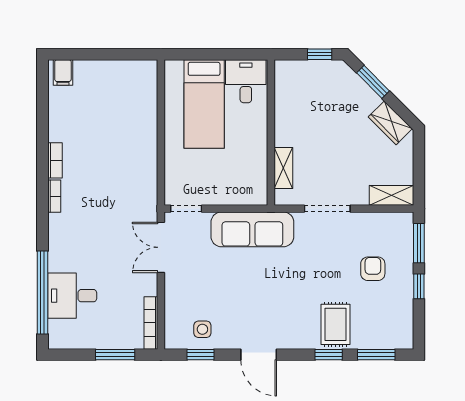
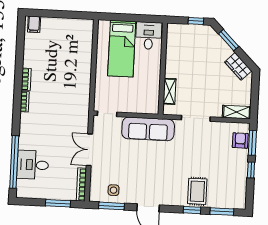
double door: (161, 247) -> (89, 150), moved
armchair: (373, 269) -> (240, 140), moved
window: (200, 355) -> (111, 206), width x1.50

